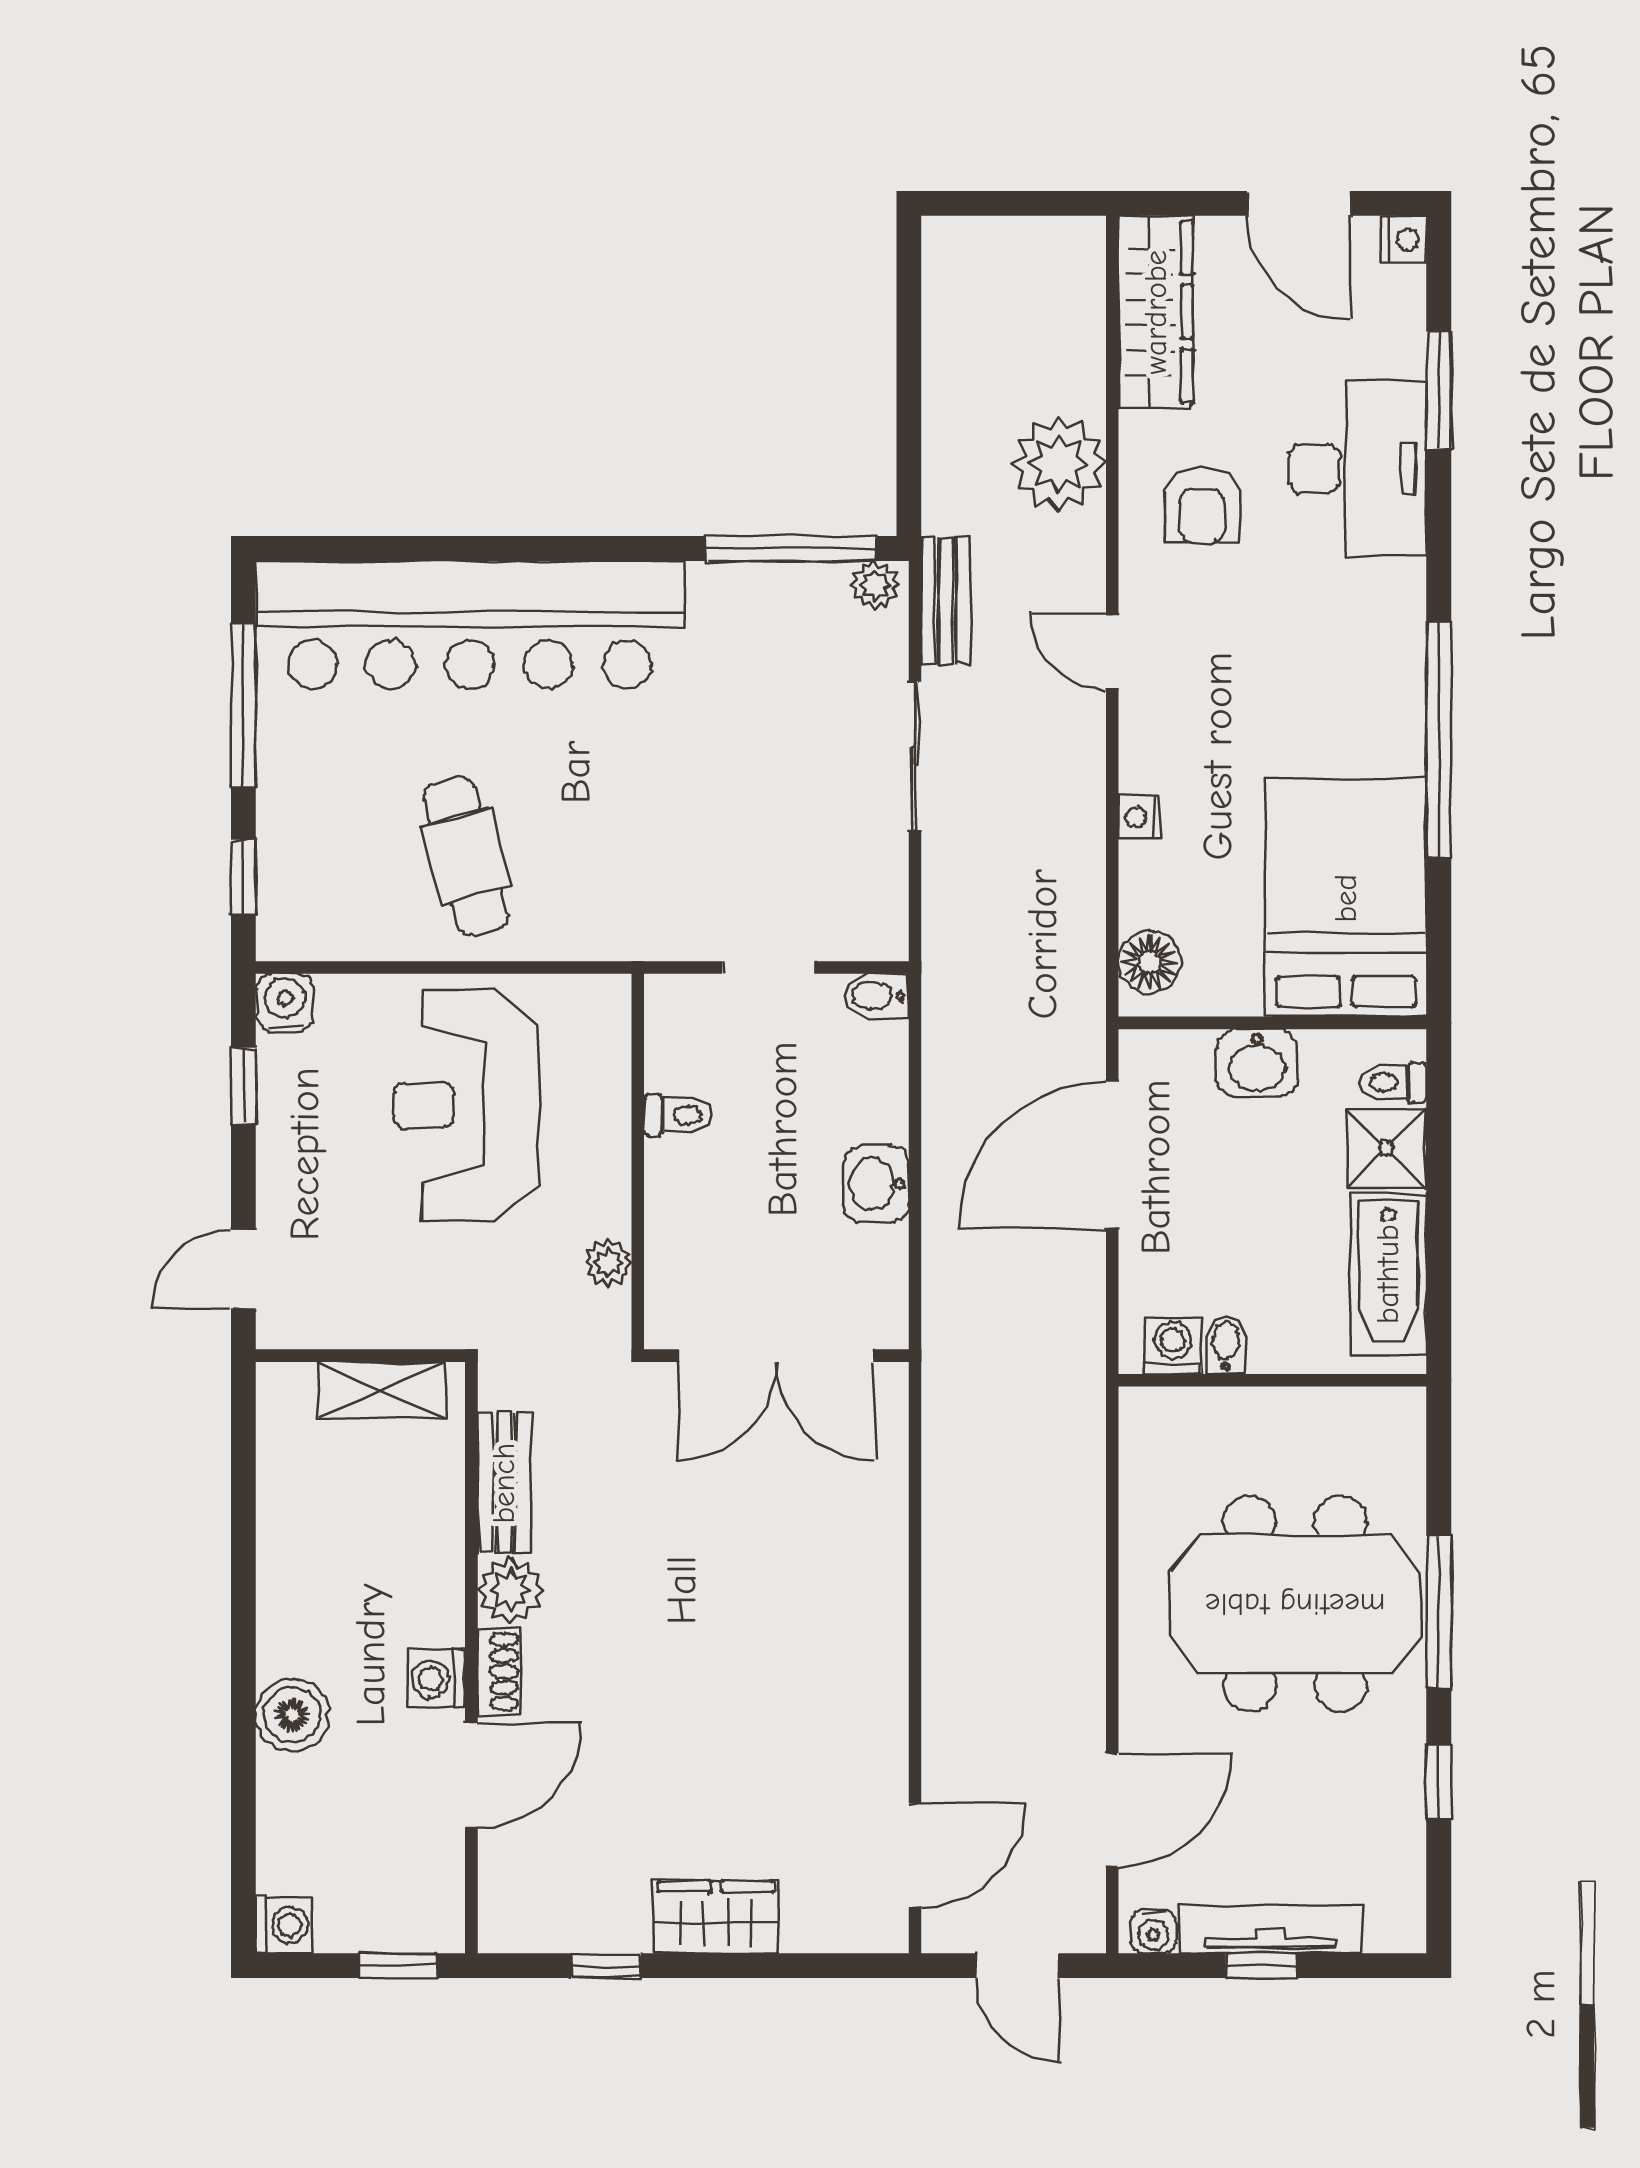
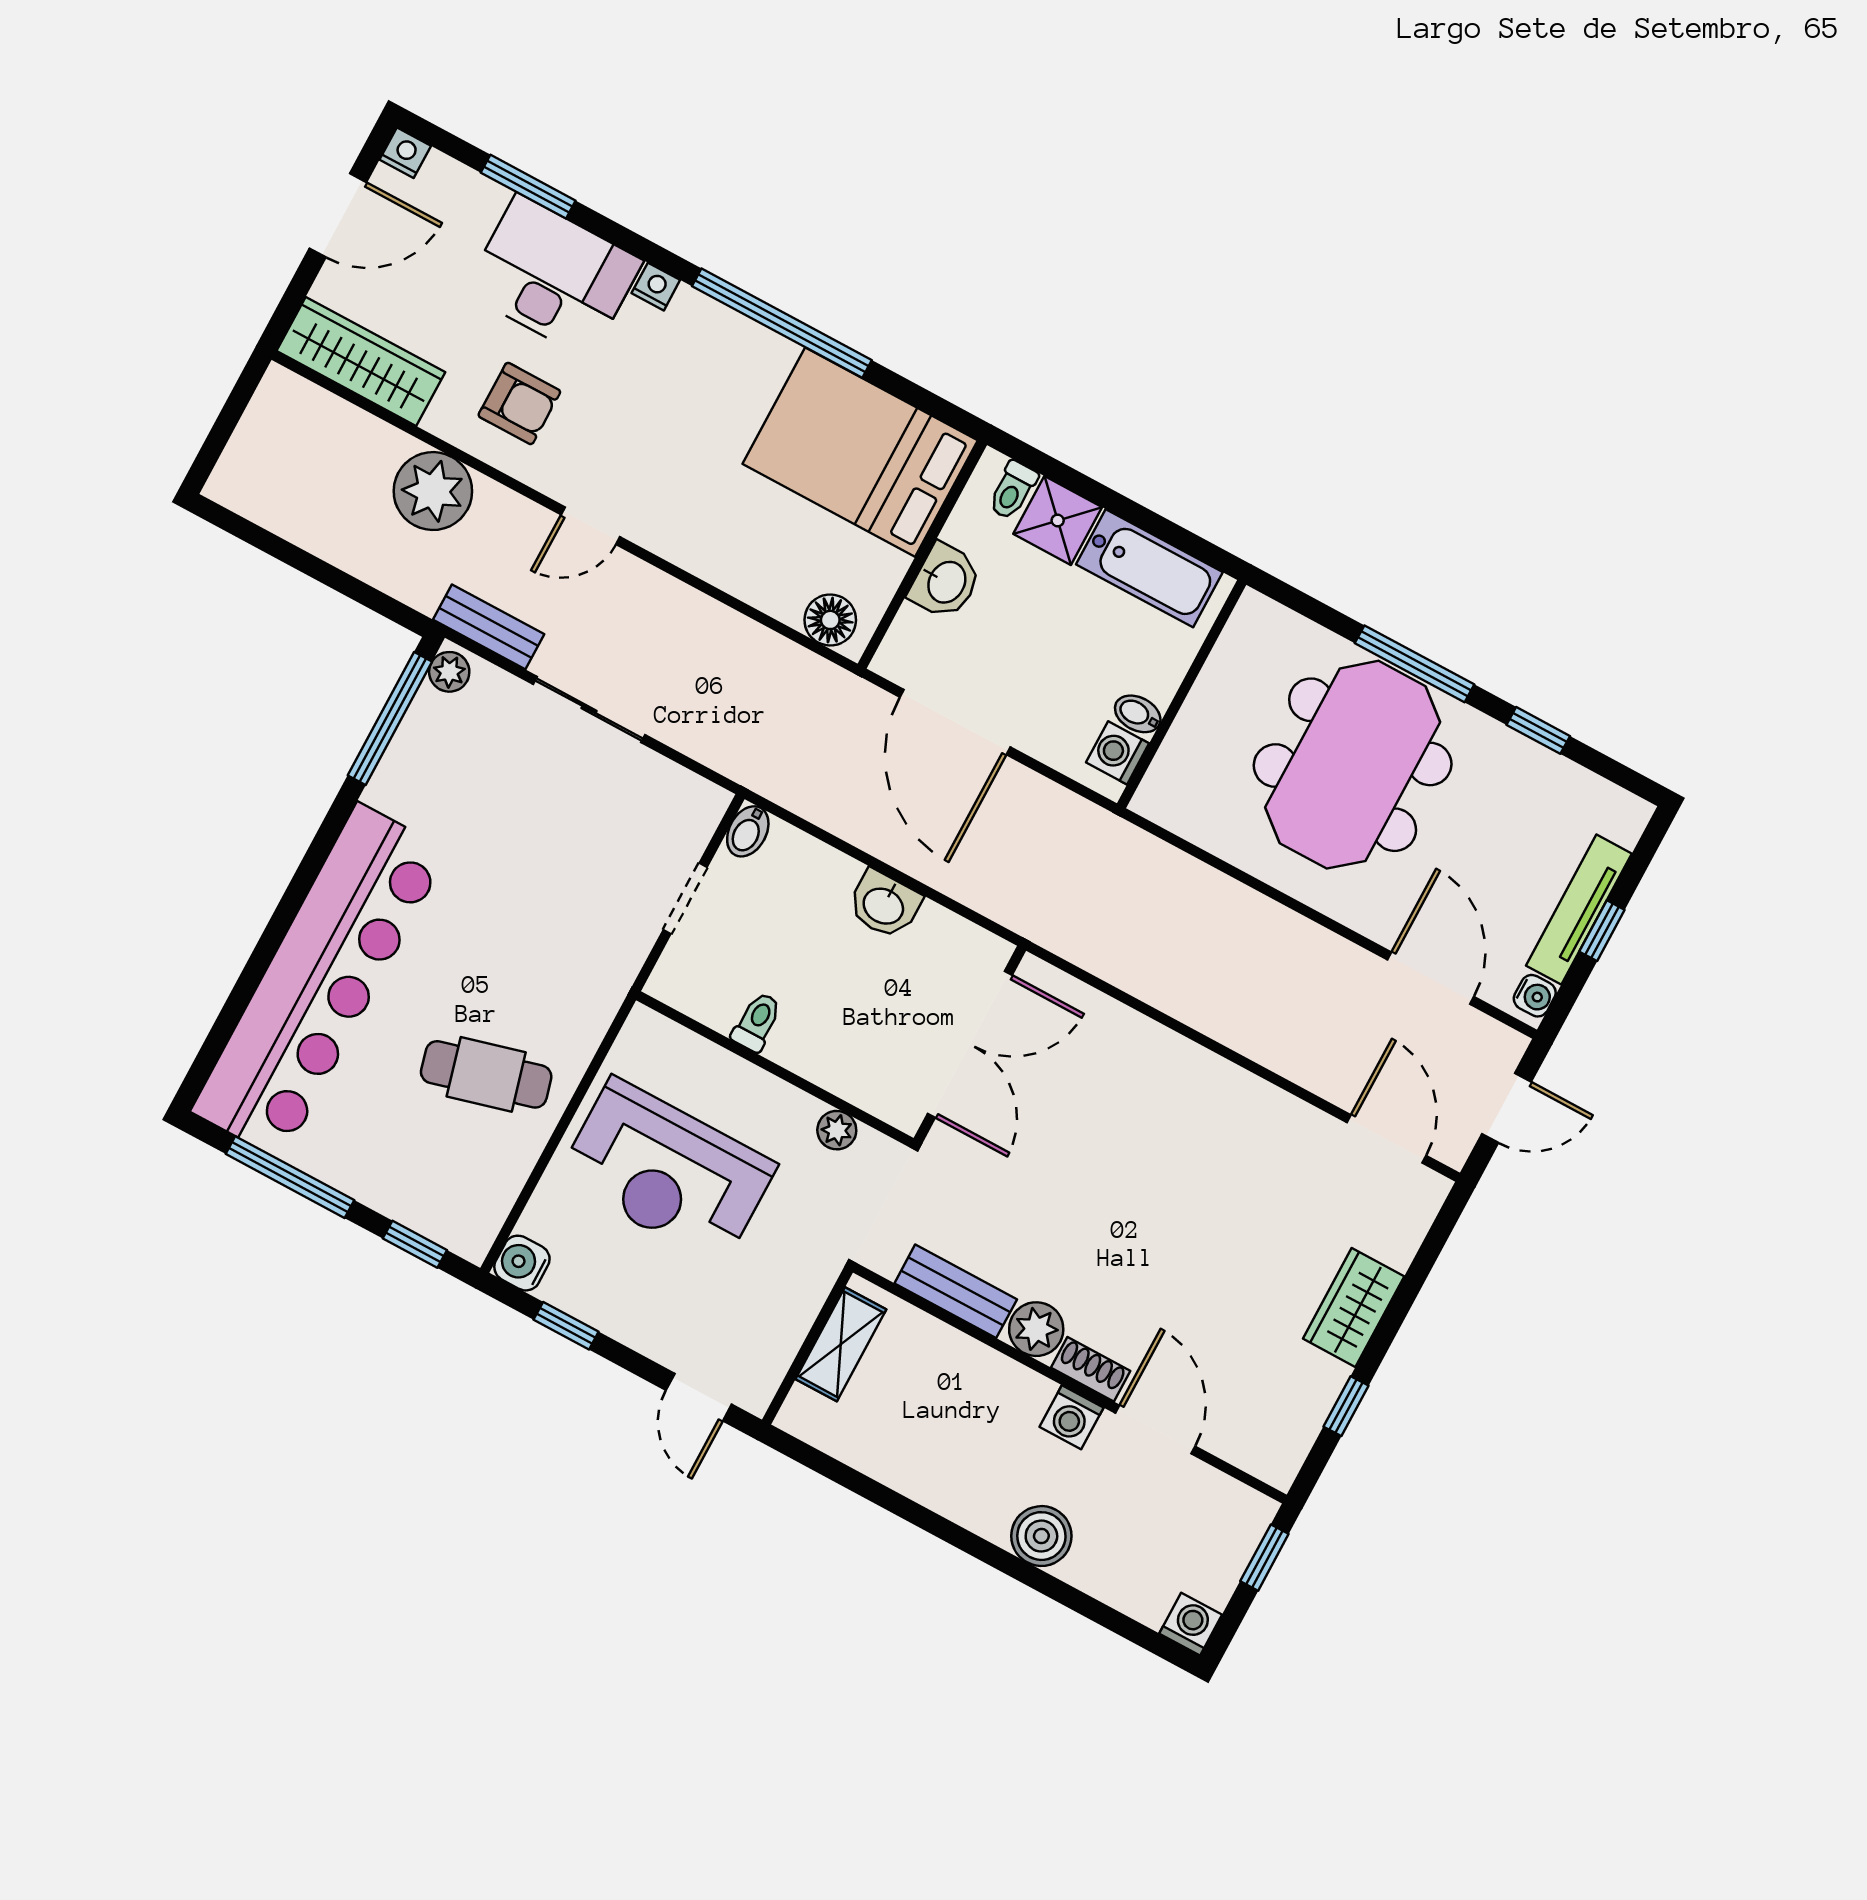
nightstand: (1139, 817) -> (656, 287), moved, turned 180

